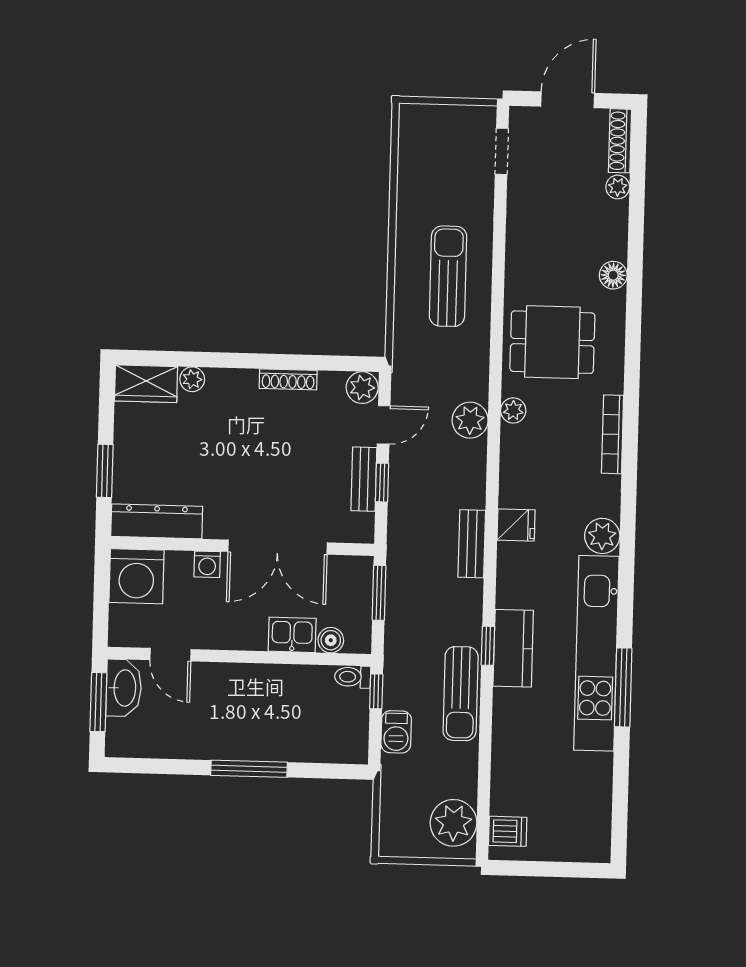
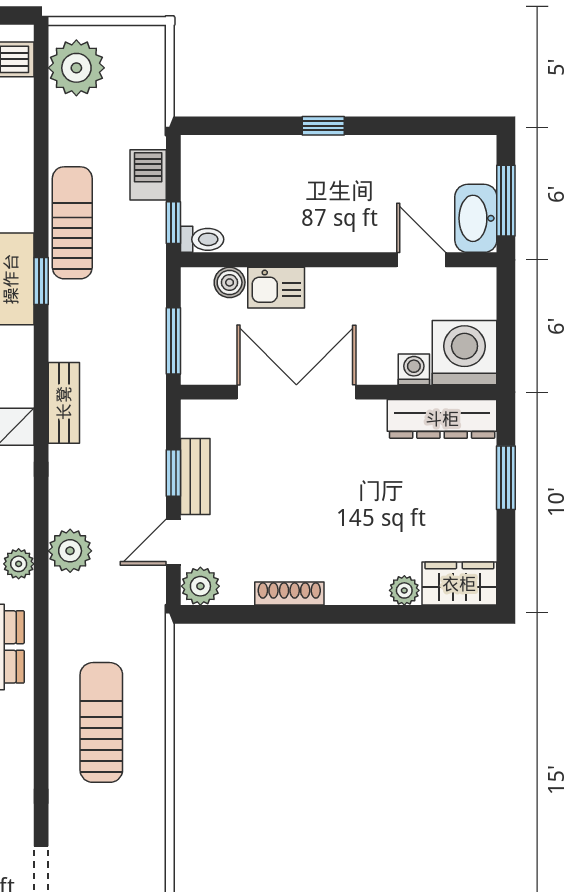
sun lounger: (448, 276) -> (101, 722), turned 180
washing machine: (207, 564) -> (414, 369), moved
window: (249, 769) -> (323, 126), width x0.46

